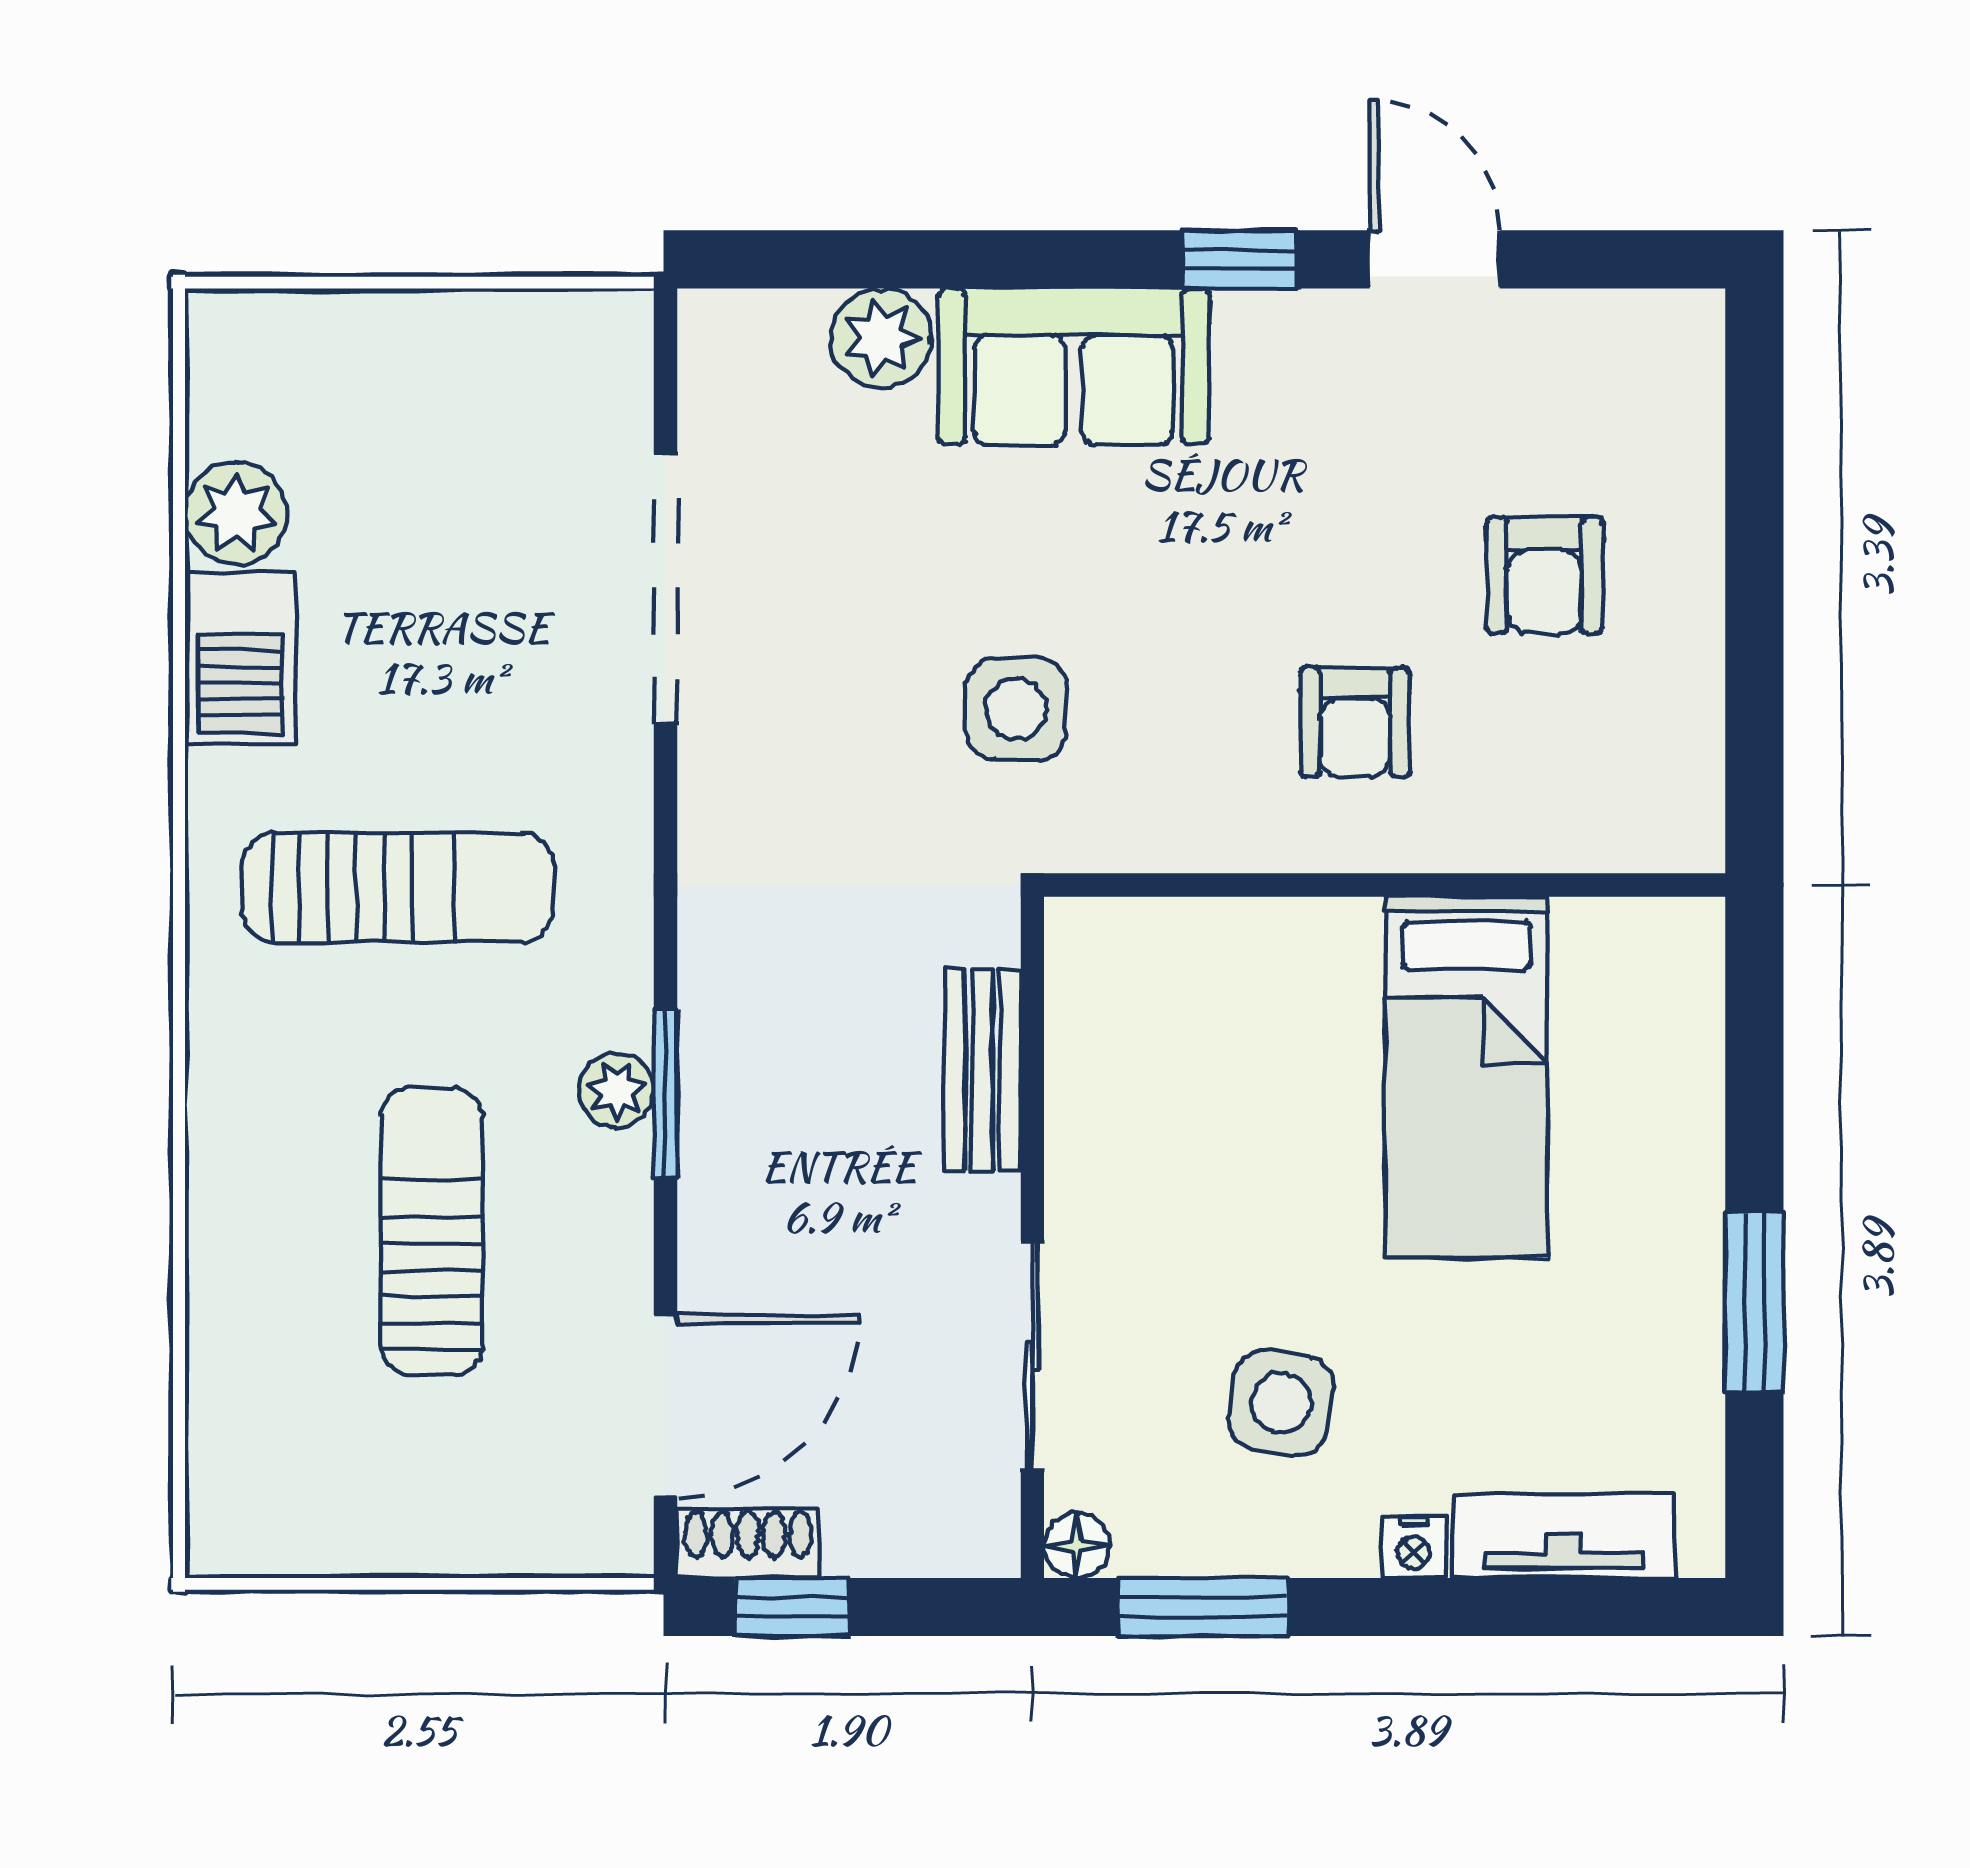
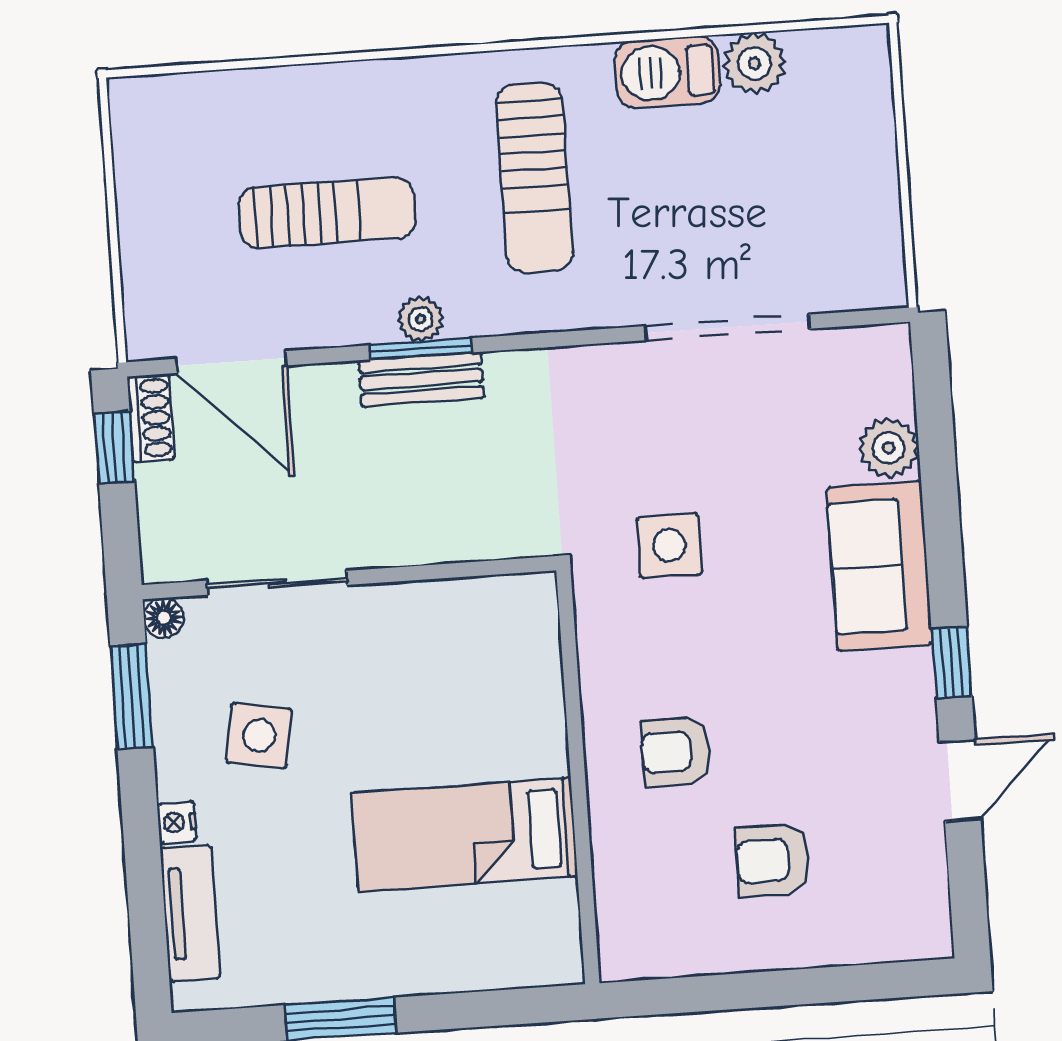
bench: (982, 1070) -> (421, 379), moved

